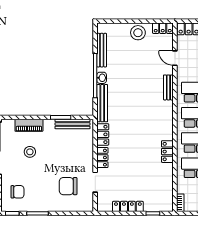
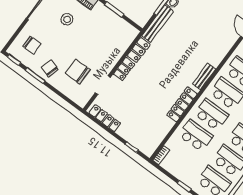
bench: (168, 87) -> (204, 76), moved
bench: (73, 124) -> (120, 22), removed
locker: (167, 152) -> (182, 104), width x1.53
chair: (45, 200) -> (50, 68), added
locker: (128, 206) -> (105, 118), moved

